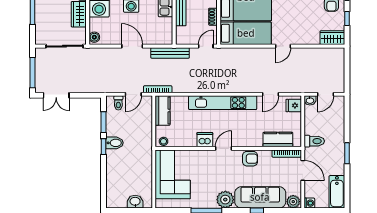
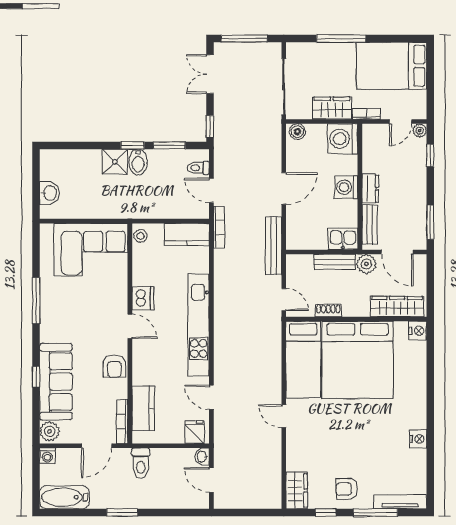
window: (91, 95) -> (210, 127), added
shower: (114, 158) -> (115, 162), added
plant: (225, 200) -> (53, 329), removed

